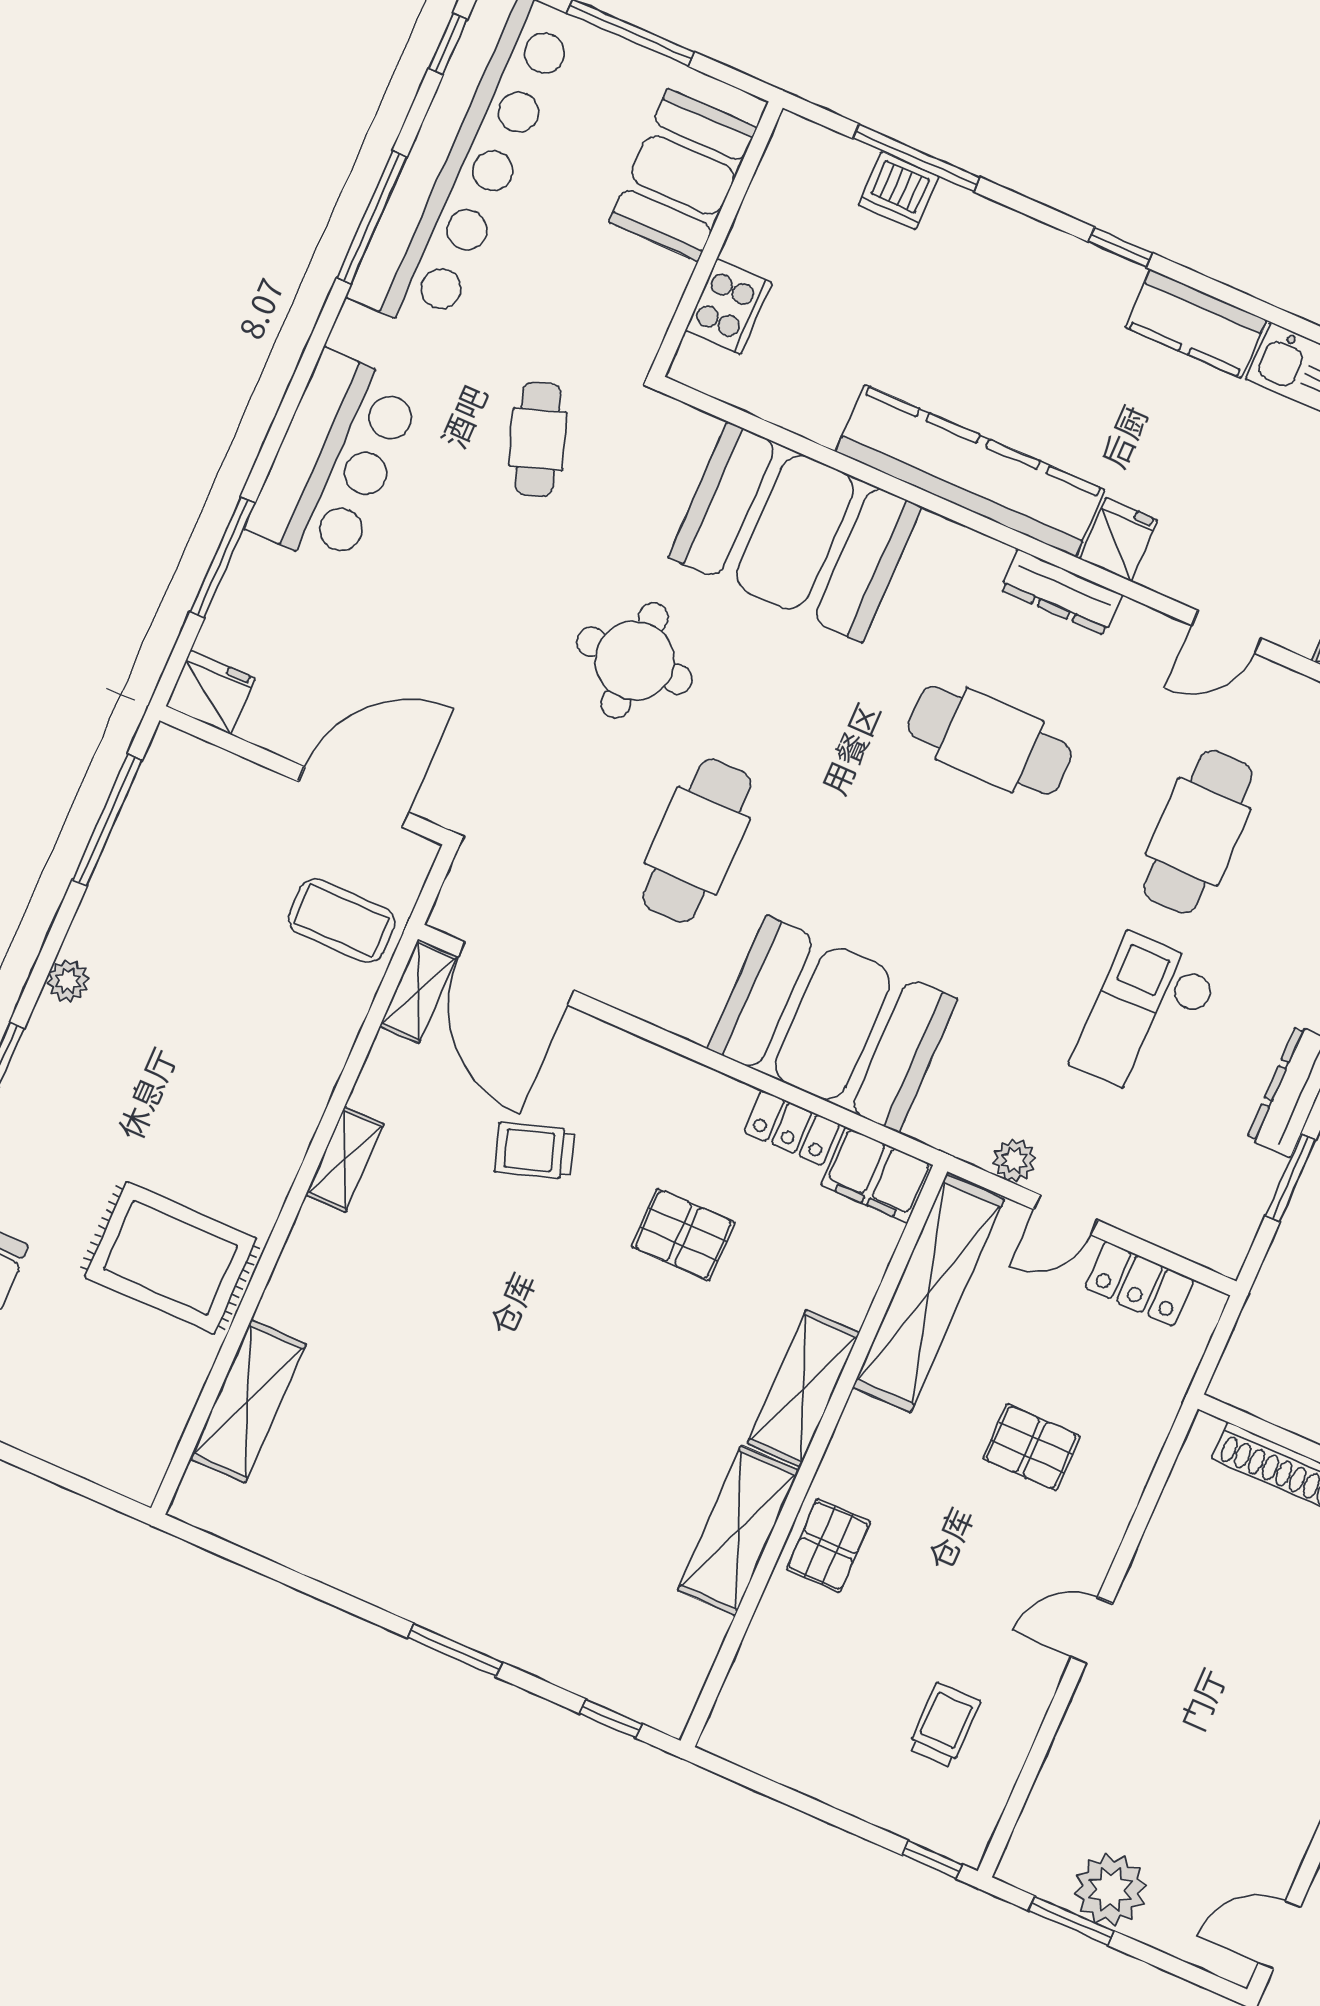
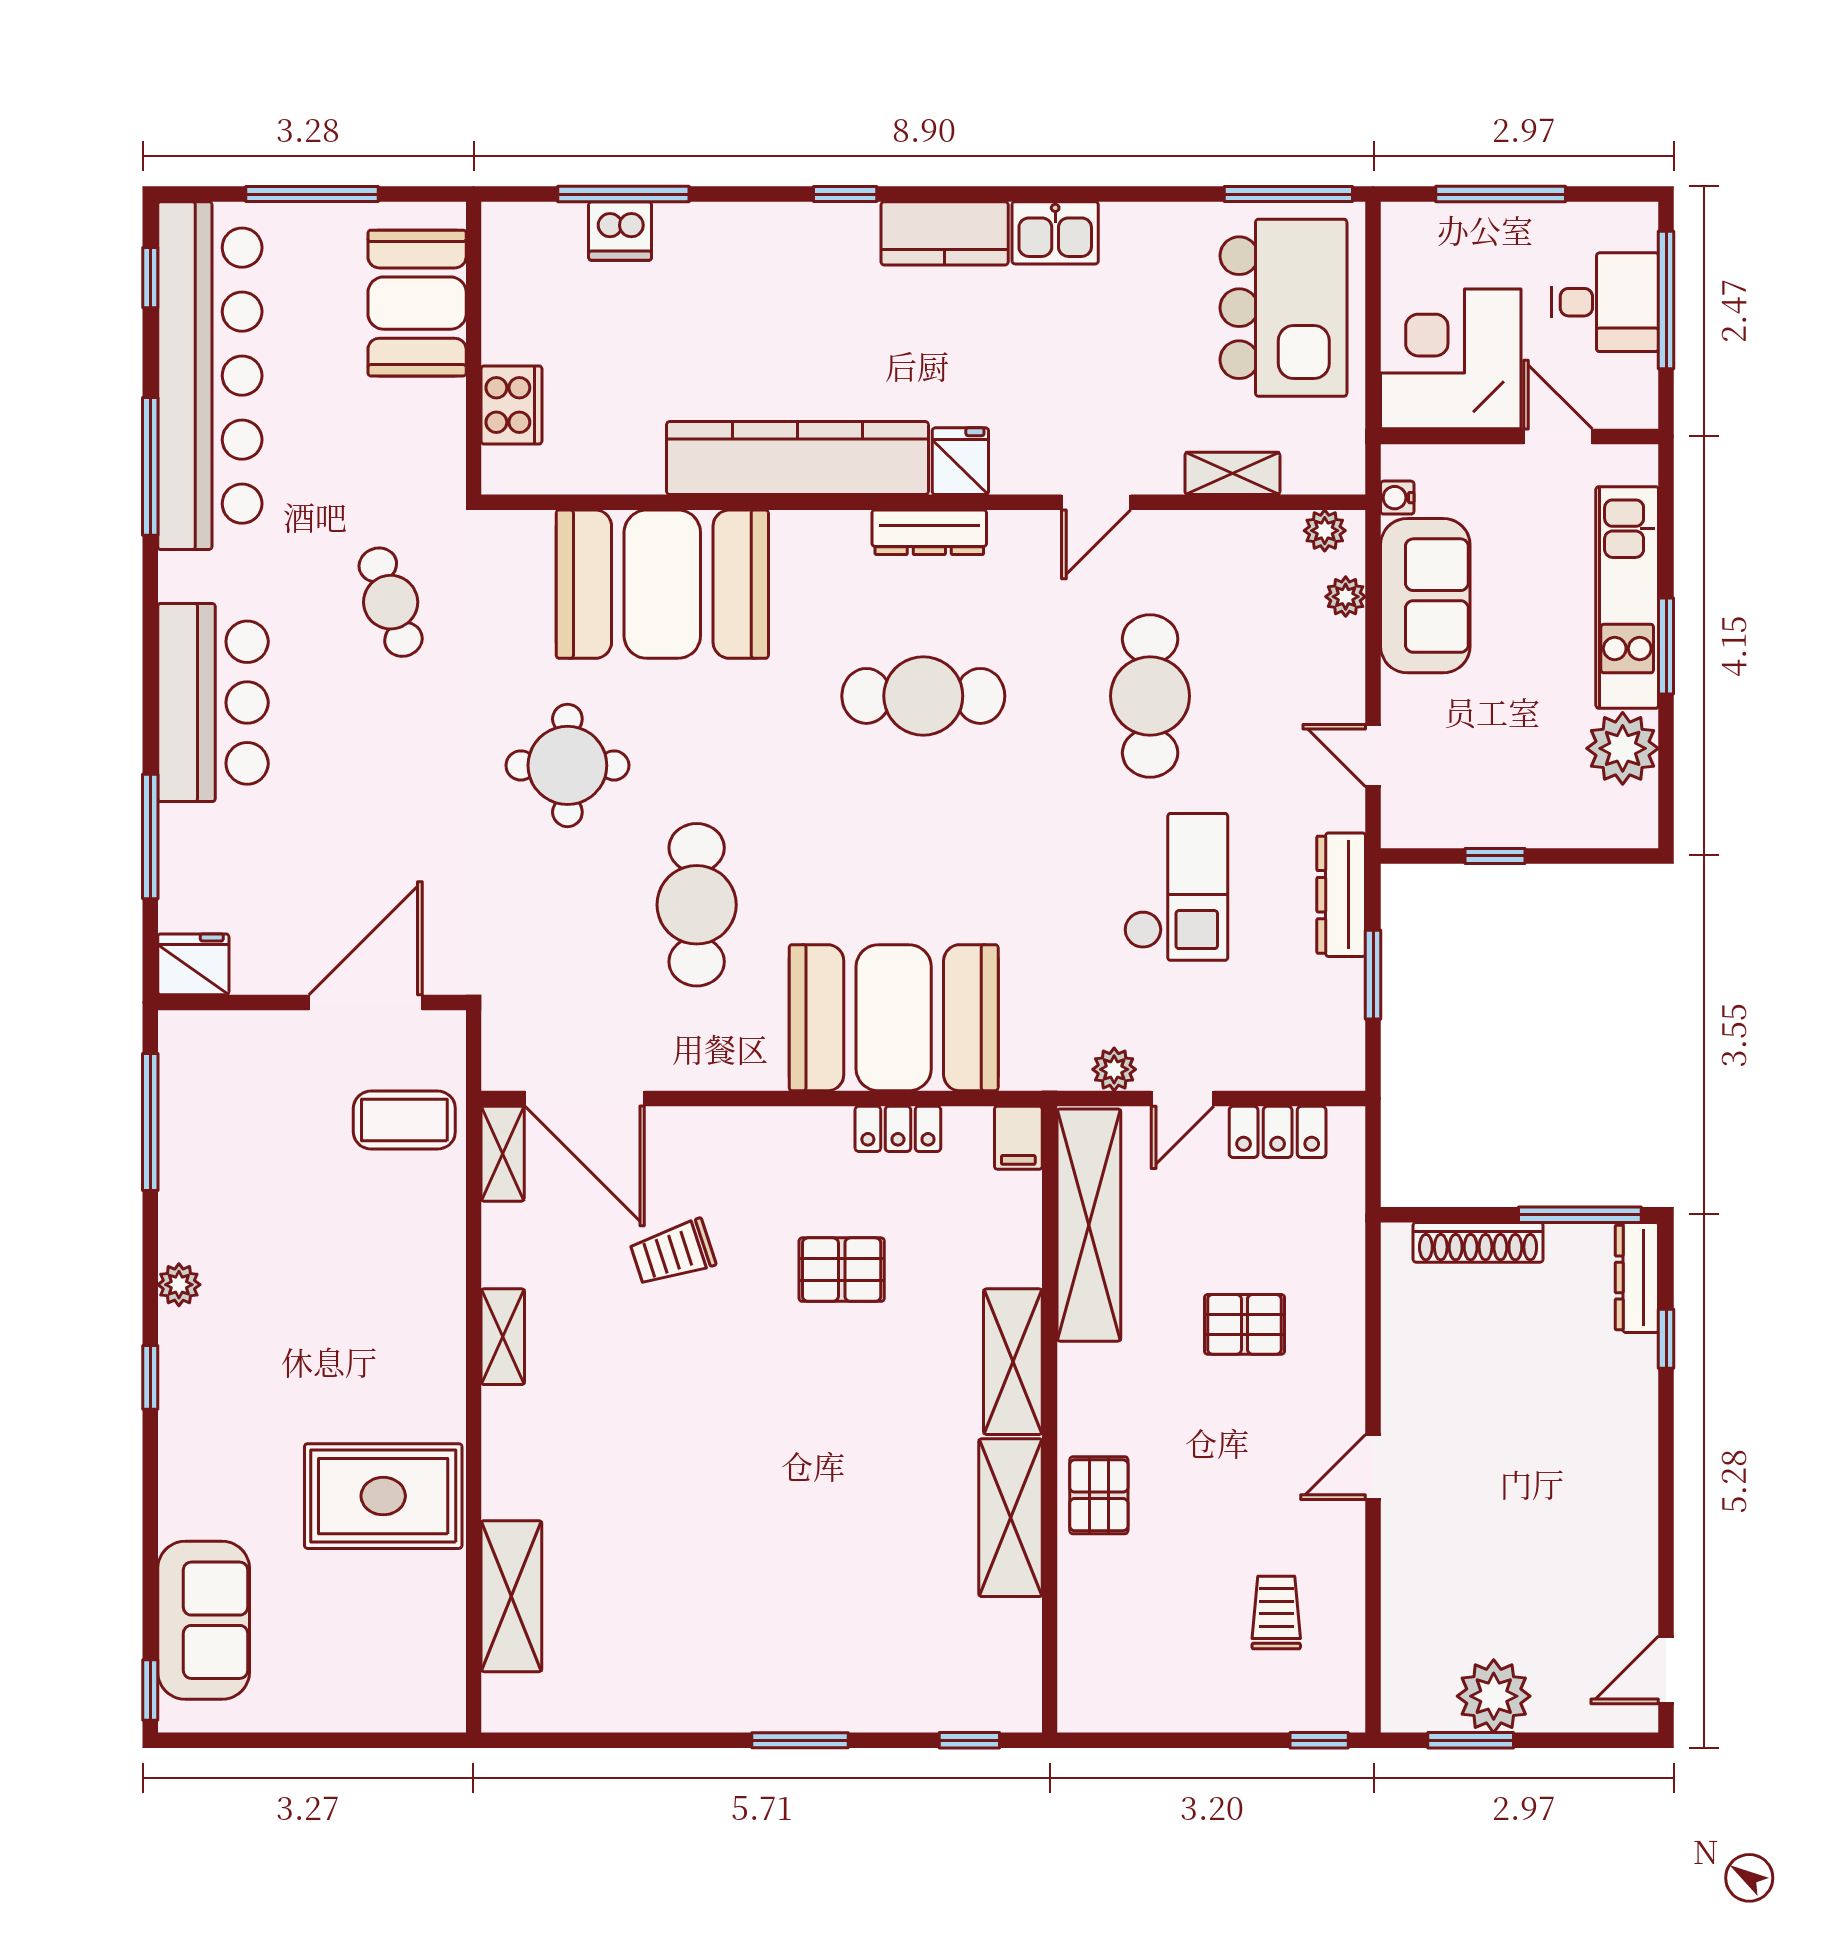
checkout: (1145, 1018) -> (1176, 887), turned 180
filing cabinet: (877, 1175) -> (1018, 1138), width x0.50

